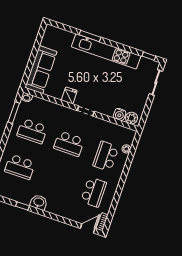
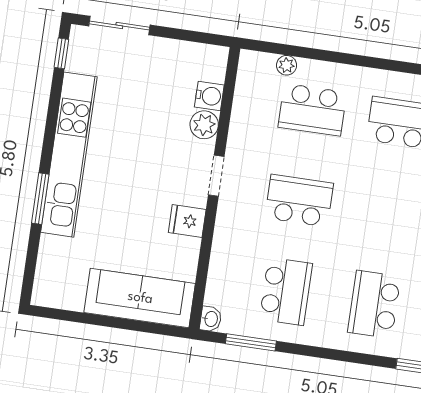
plant: (131, 118) -> (204, 125), moved
school desk: (69, 144) -> (299, 201), turned -90
school desk: (20, 167) -> (374, 304), turned 180

